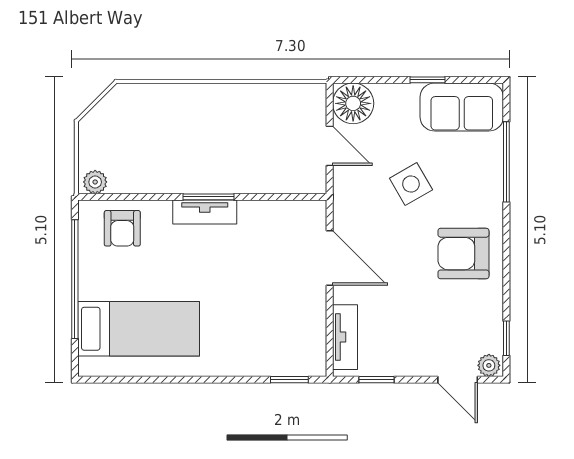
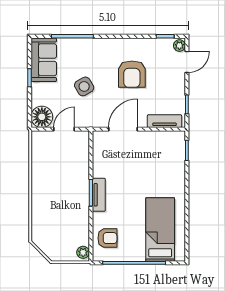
armchair: (463, 254) -> (132, 74), moved

